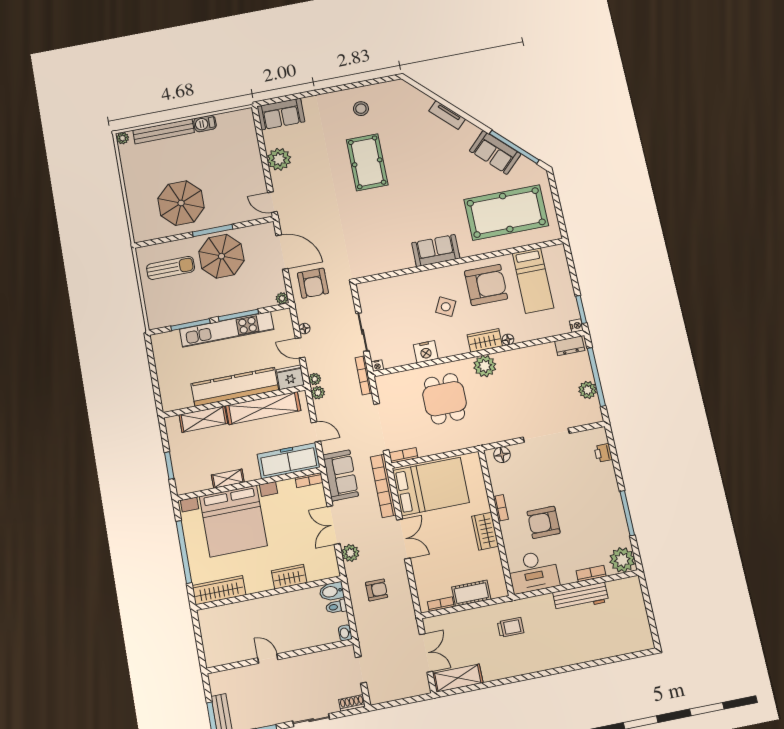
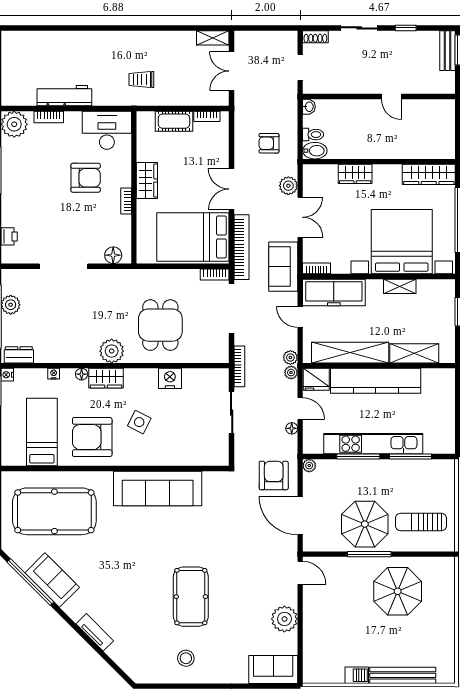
plant: (123, 138) -> (448, 677), removed
sofa: (436, 251) -> (158, 489), width x1.85, depth x1.27
nightstand: (377, 366) -> (54, 374), moved
shelving: (458, 678) -> (213, 38), width x0.67, depth x0.75

